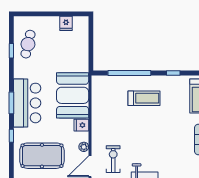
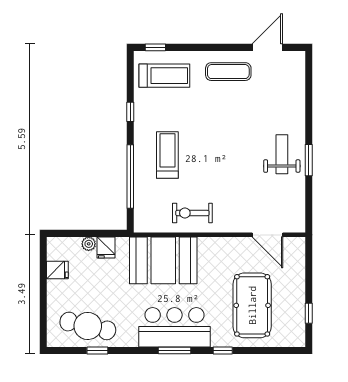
cafe table: (28, 44) -> (88, 326), width x1.37, depth x1.35
fridge: (81, 125) -> (106, 247), moved
plant: (84, 147) -> (89, 244), moved
exercise bike: (113, 159) -> (192, 213), moved

